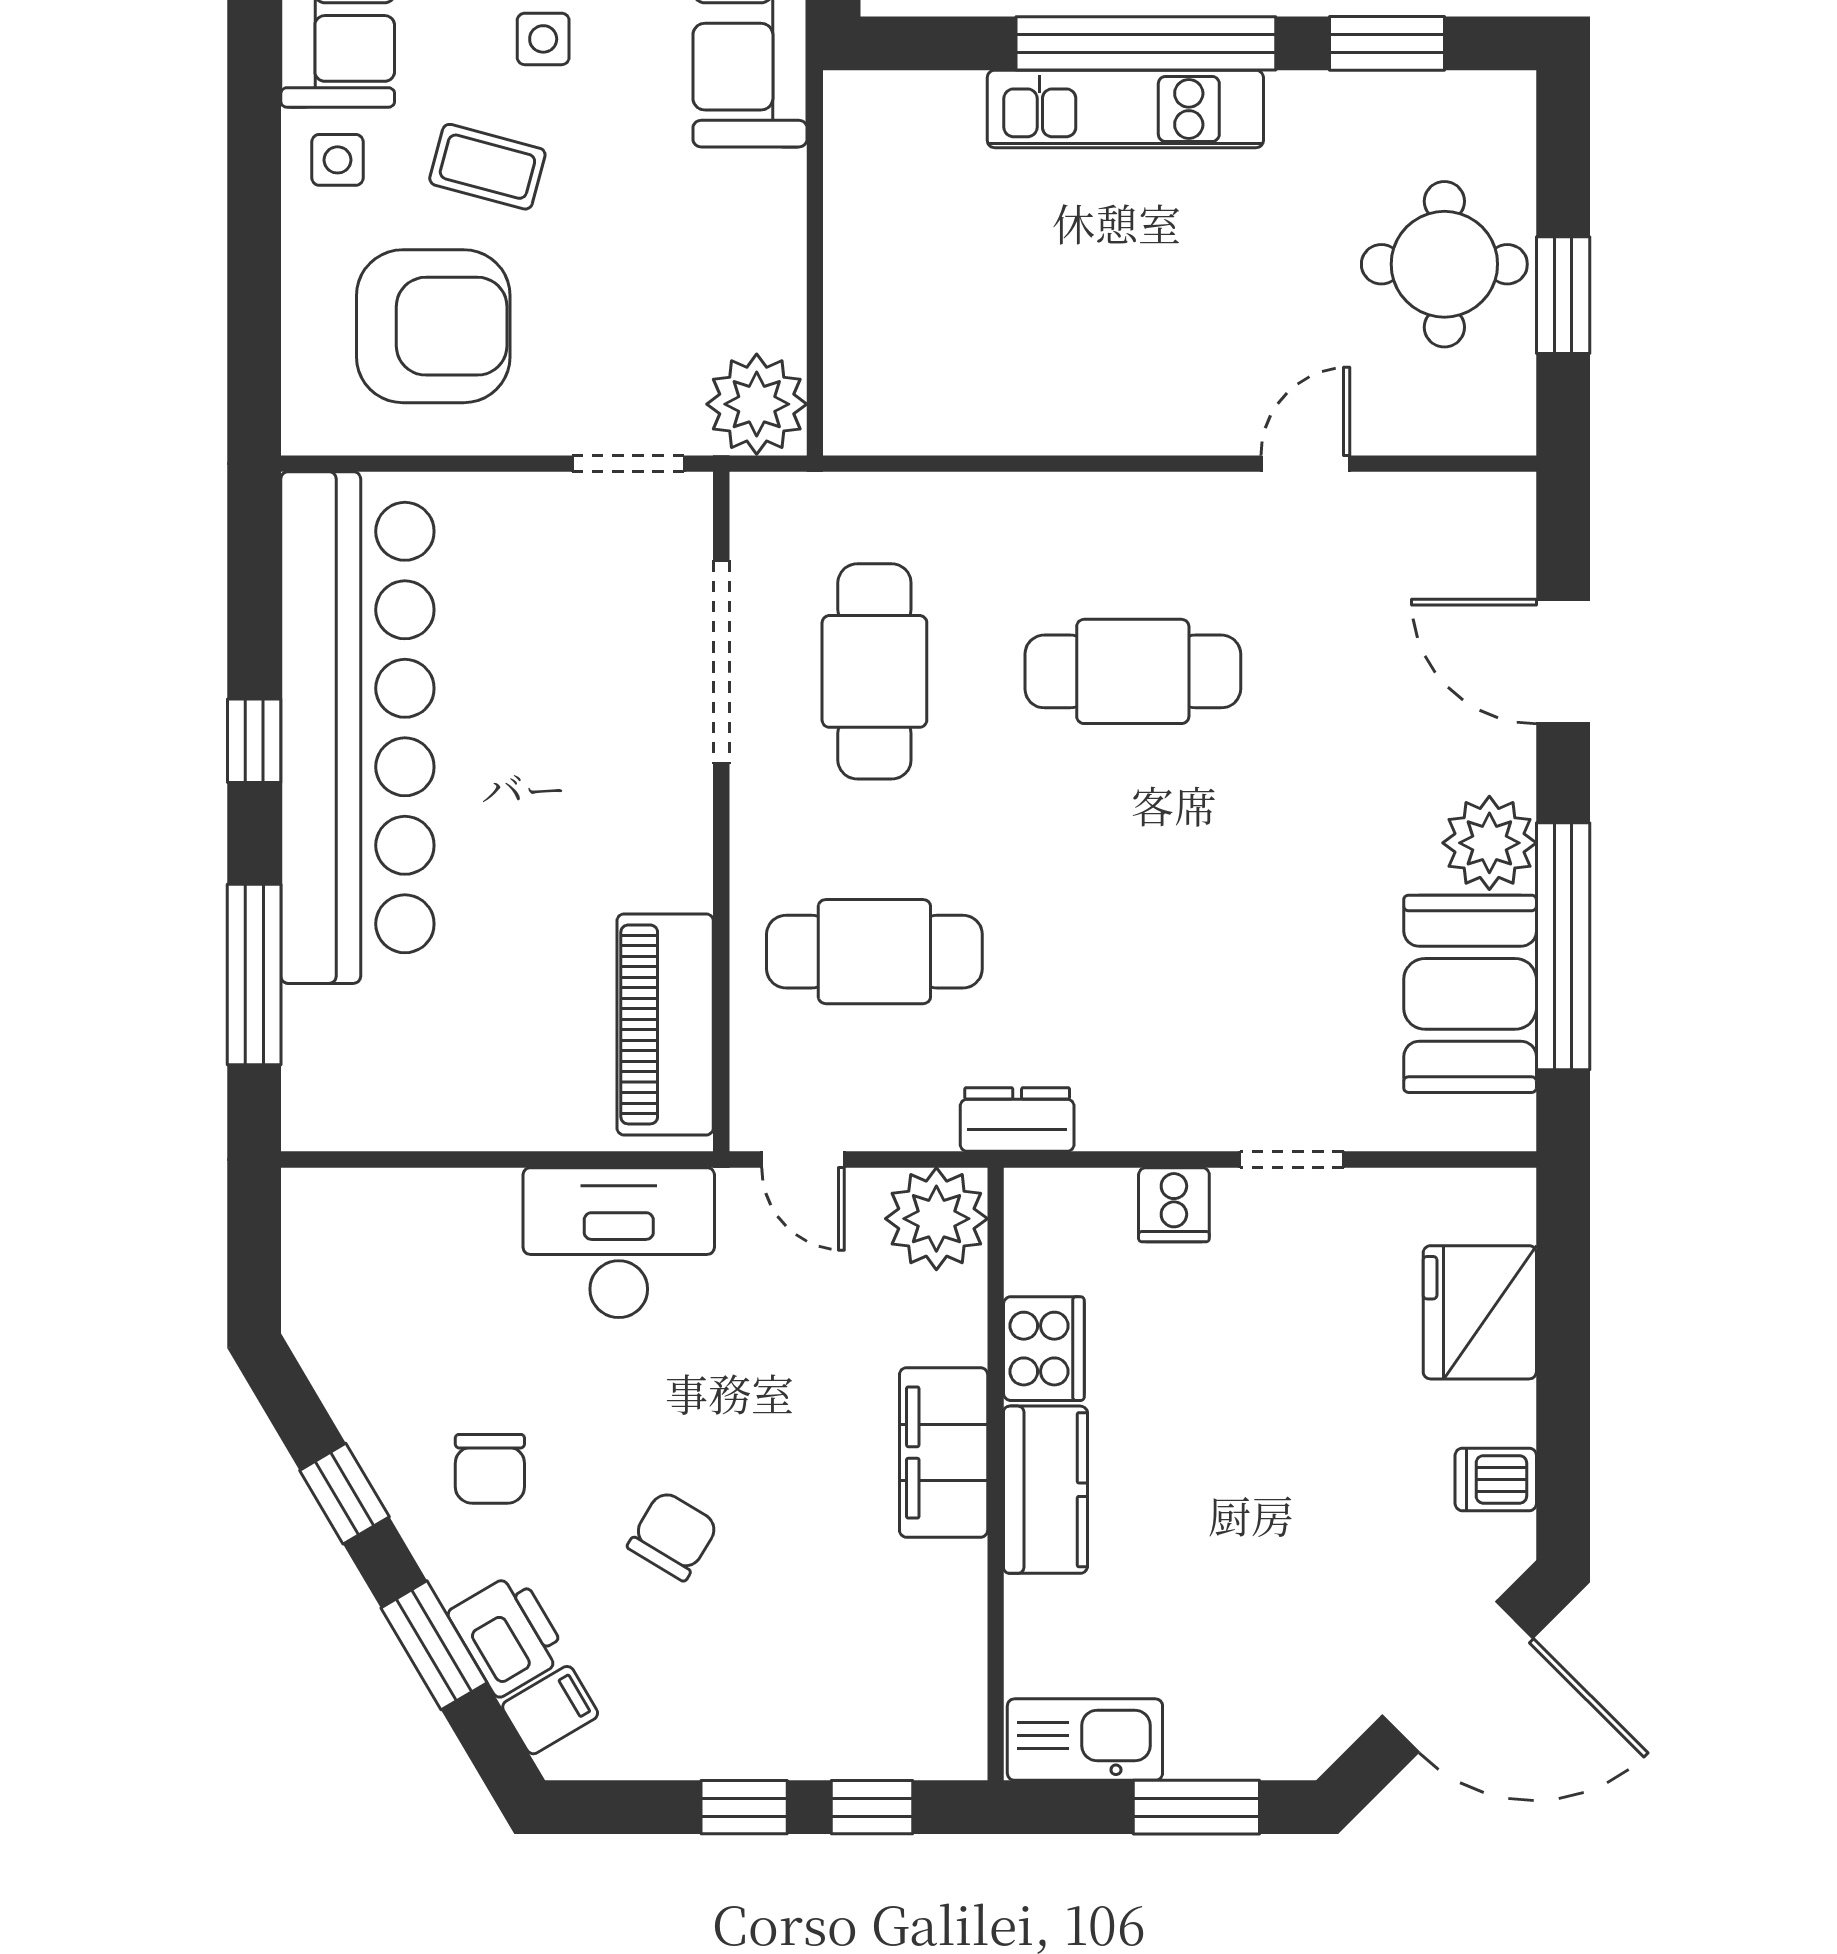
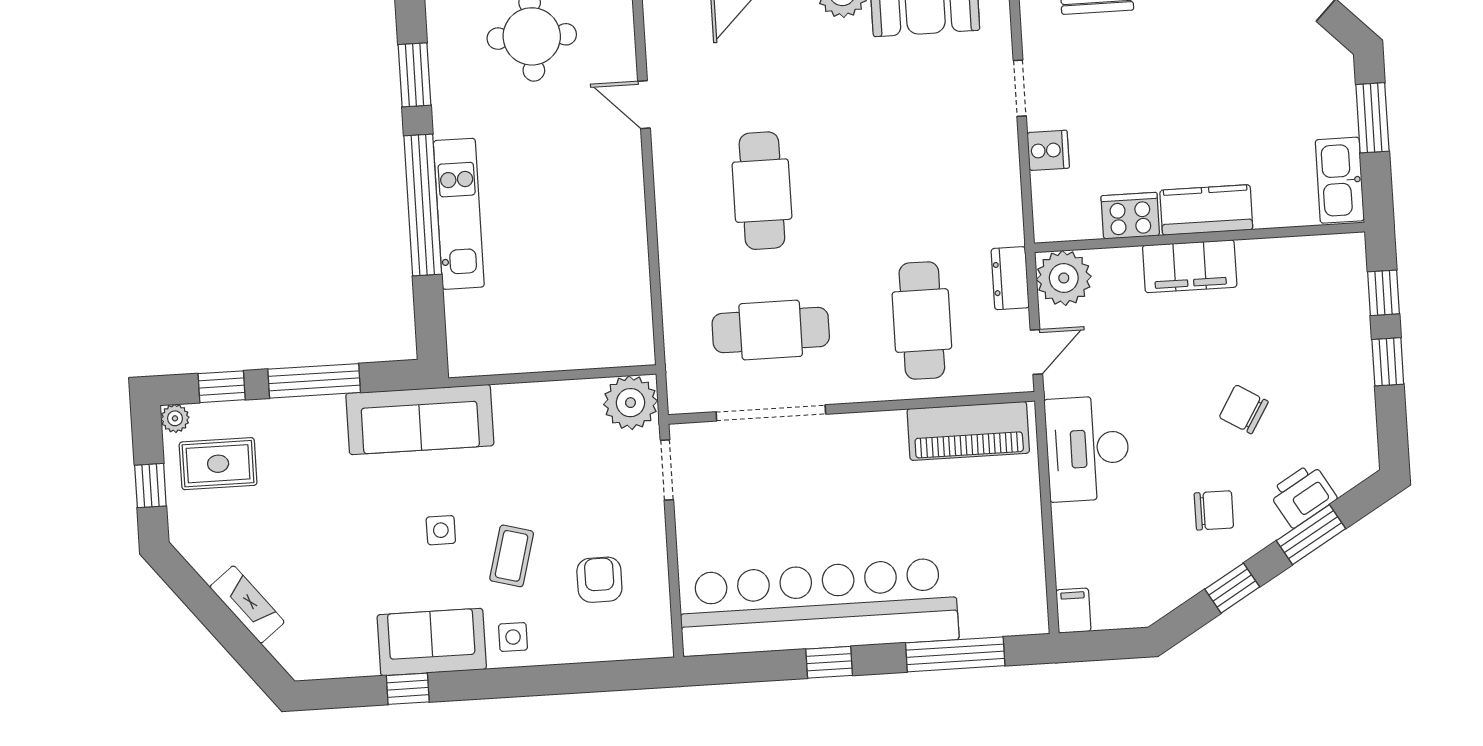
armchair: (433, 326) -> (599, 580), width x0.53, depth x0.53
dresser: (1017, 1119) -> (1010, 278), moved
filing cabinet: (550, 1710) -> (1073, 611), moved, turned 31

